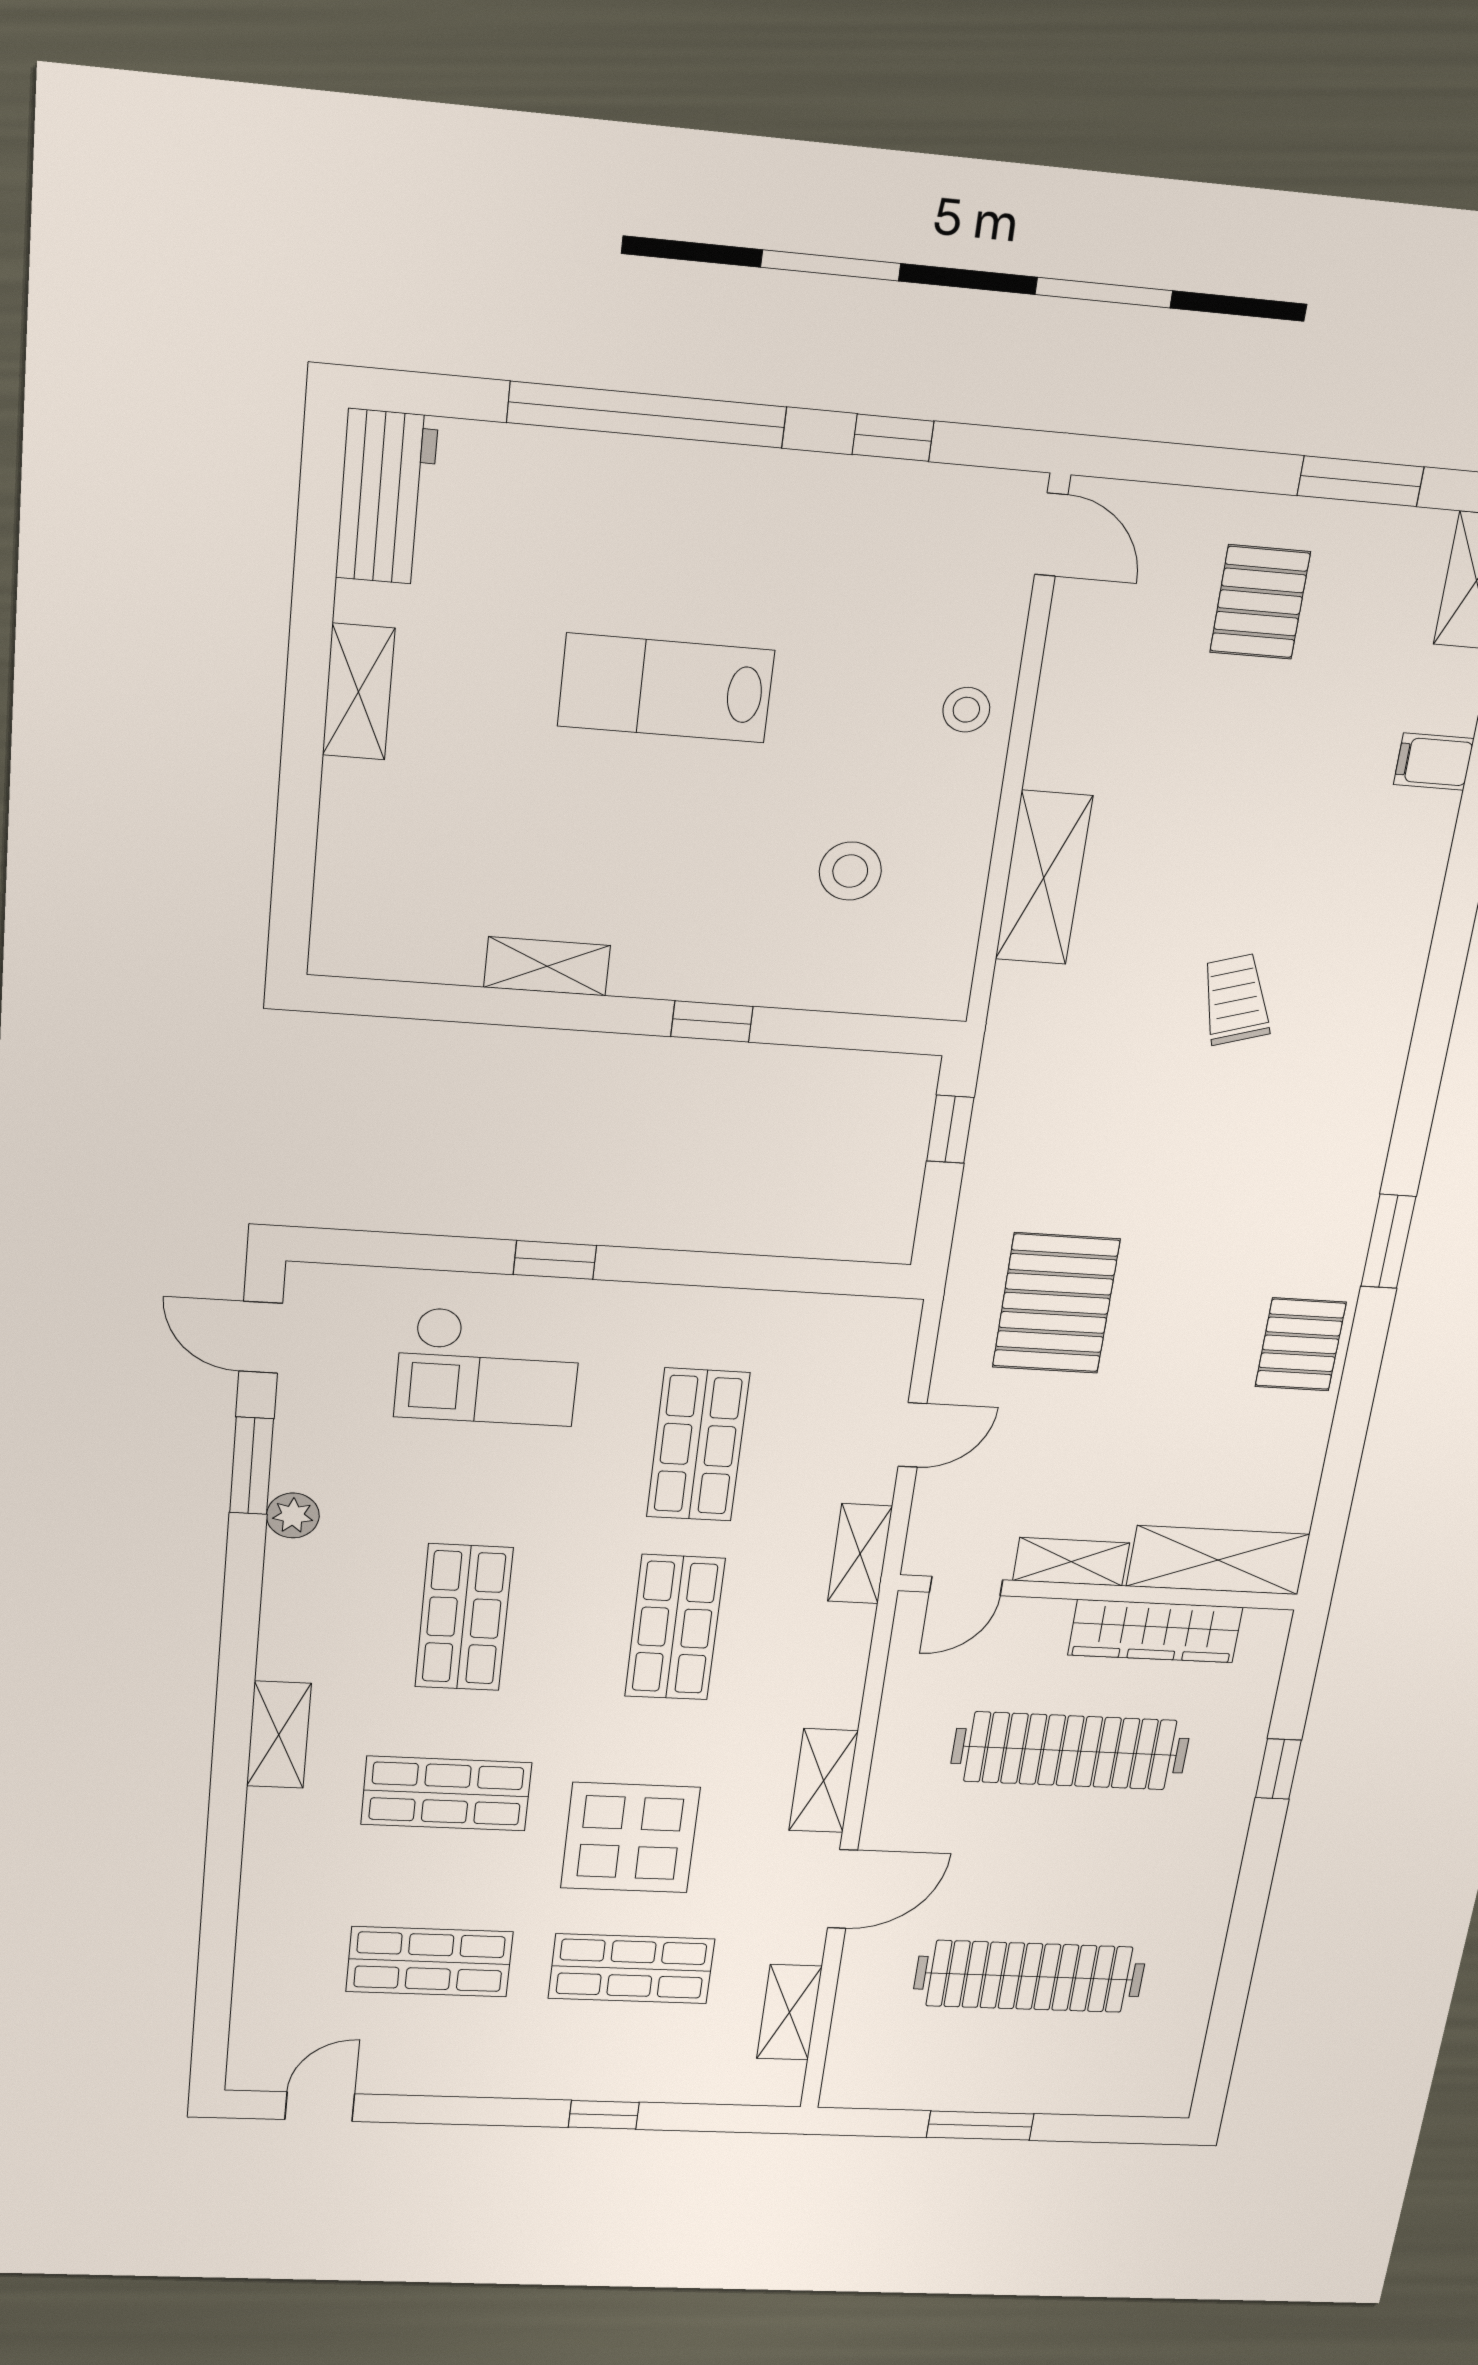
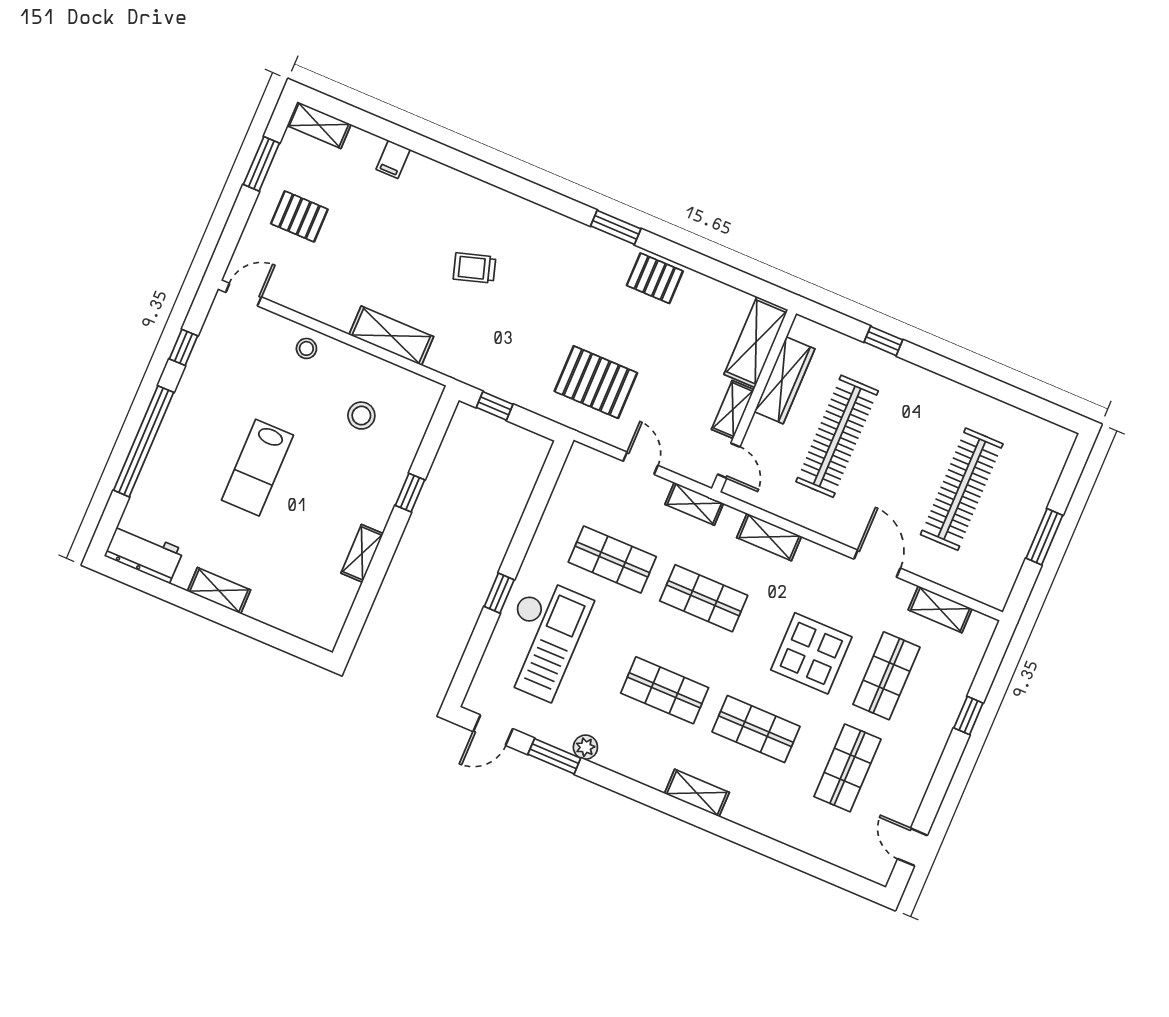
checkout: (488, 1367) -> (541, 638), width x1.36, depth x1.21
shelving: (823, 1781) -> (769, 537), moved
shop shelf: (446, 1794) -> (756, 729), turned 90

